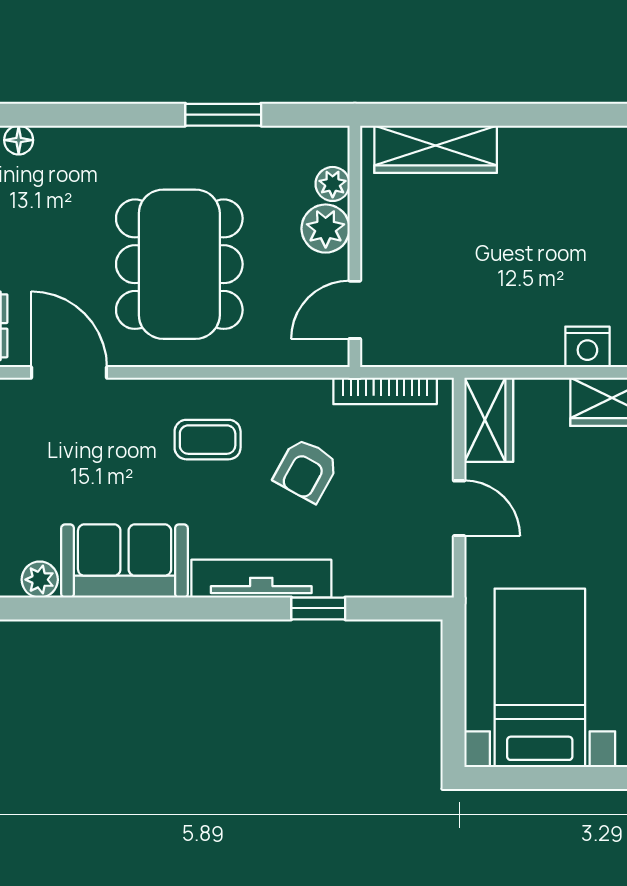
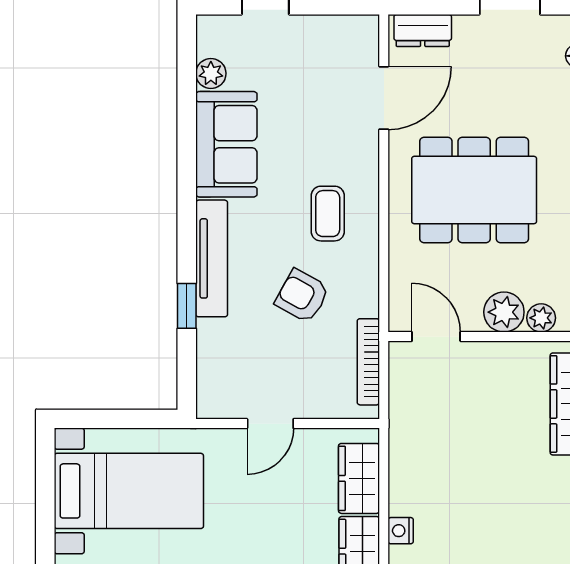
nightstand: (587, 347) -> (401, 531), width x0.72, depth x0.74
wardrobe: (489, 420) -> (359, 478), moved, turned 90

